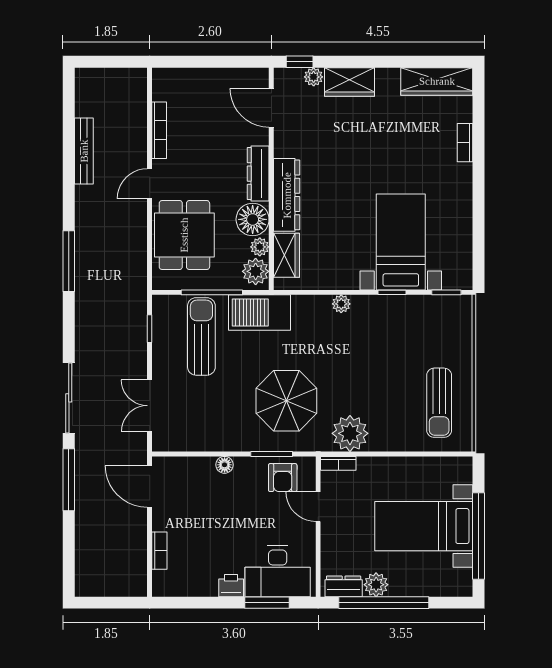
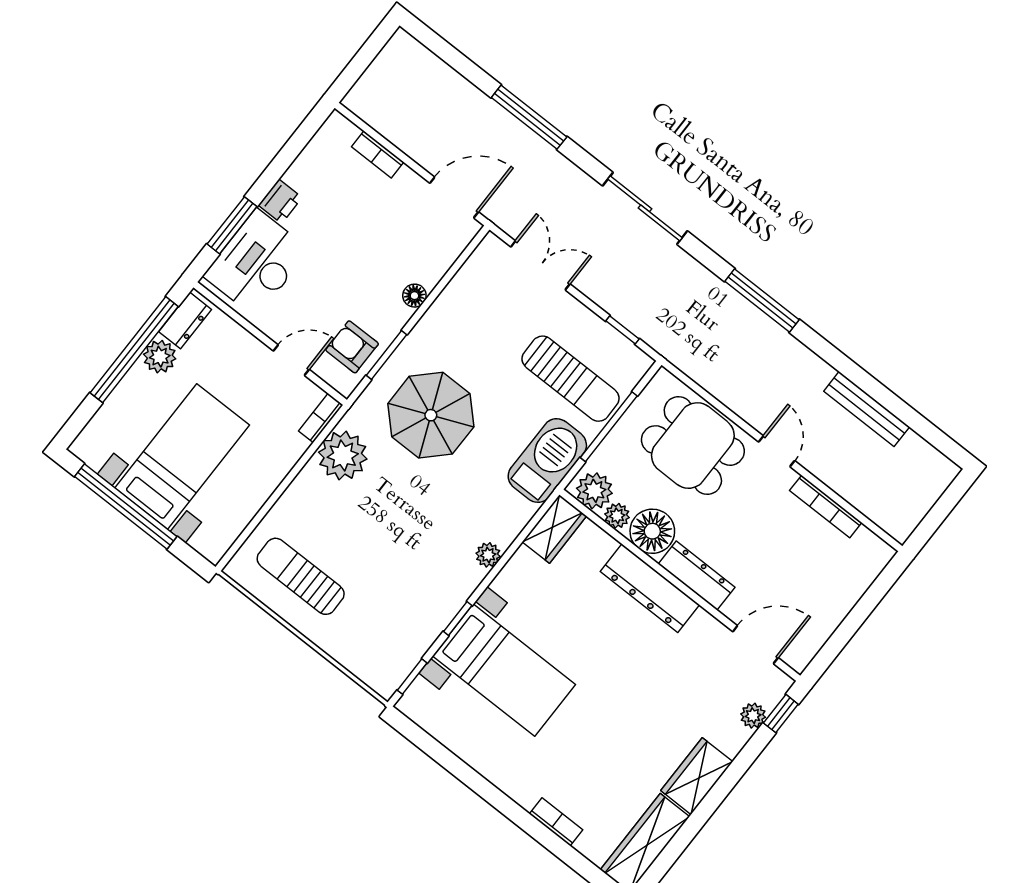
wardrobe: (349, 82) -> (697, 776), moved
wardrobe: (286, 255) -> (554, 529), moved, turned -90
sliding door: (69, 398) -> (645, 208), moved

